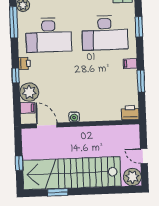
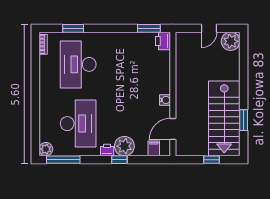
desk: (105, 33) -> (78, 64), turned 180
filing cabinet: (130, 64) -> (111, 39), removed
window: (141, 81) -> (149, 28), moved
plant: (29, 92) -> (124, 146), moved
stairs: (72, 173) -> (224, 118), width x0.73

